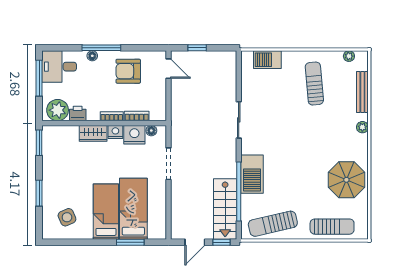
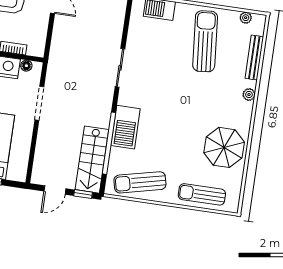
sun lounger: (314, 84) -> (205, 41), width x1.36, depth x1.34
sun lounger: (332, 227) -> (202, 194), turned 180

